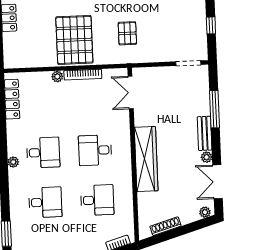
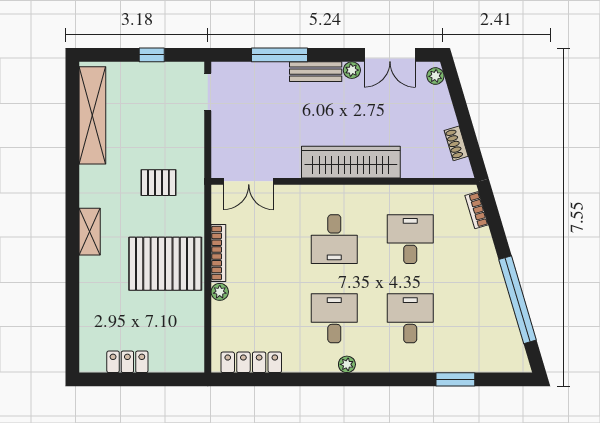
shoe rack: (166, 226) -> (456, 143), width x0.70

